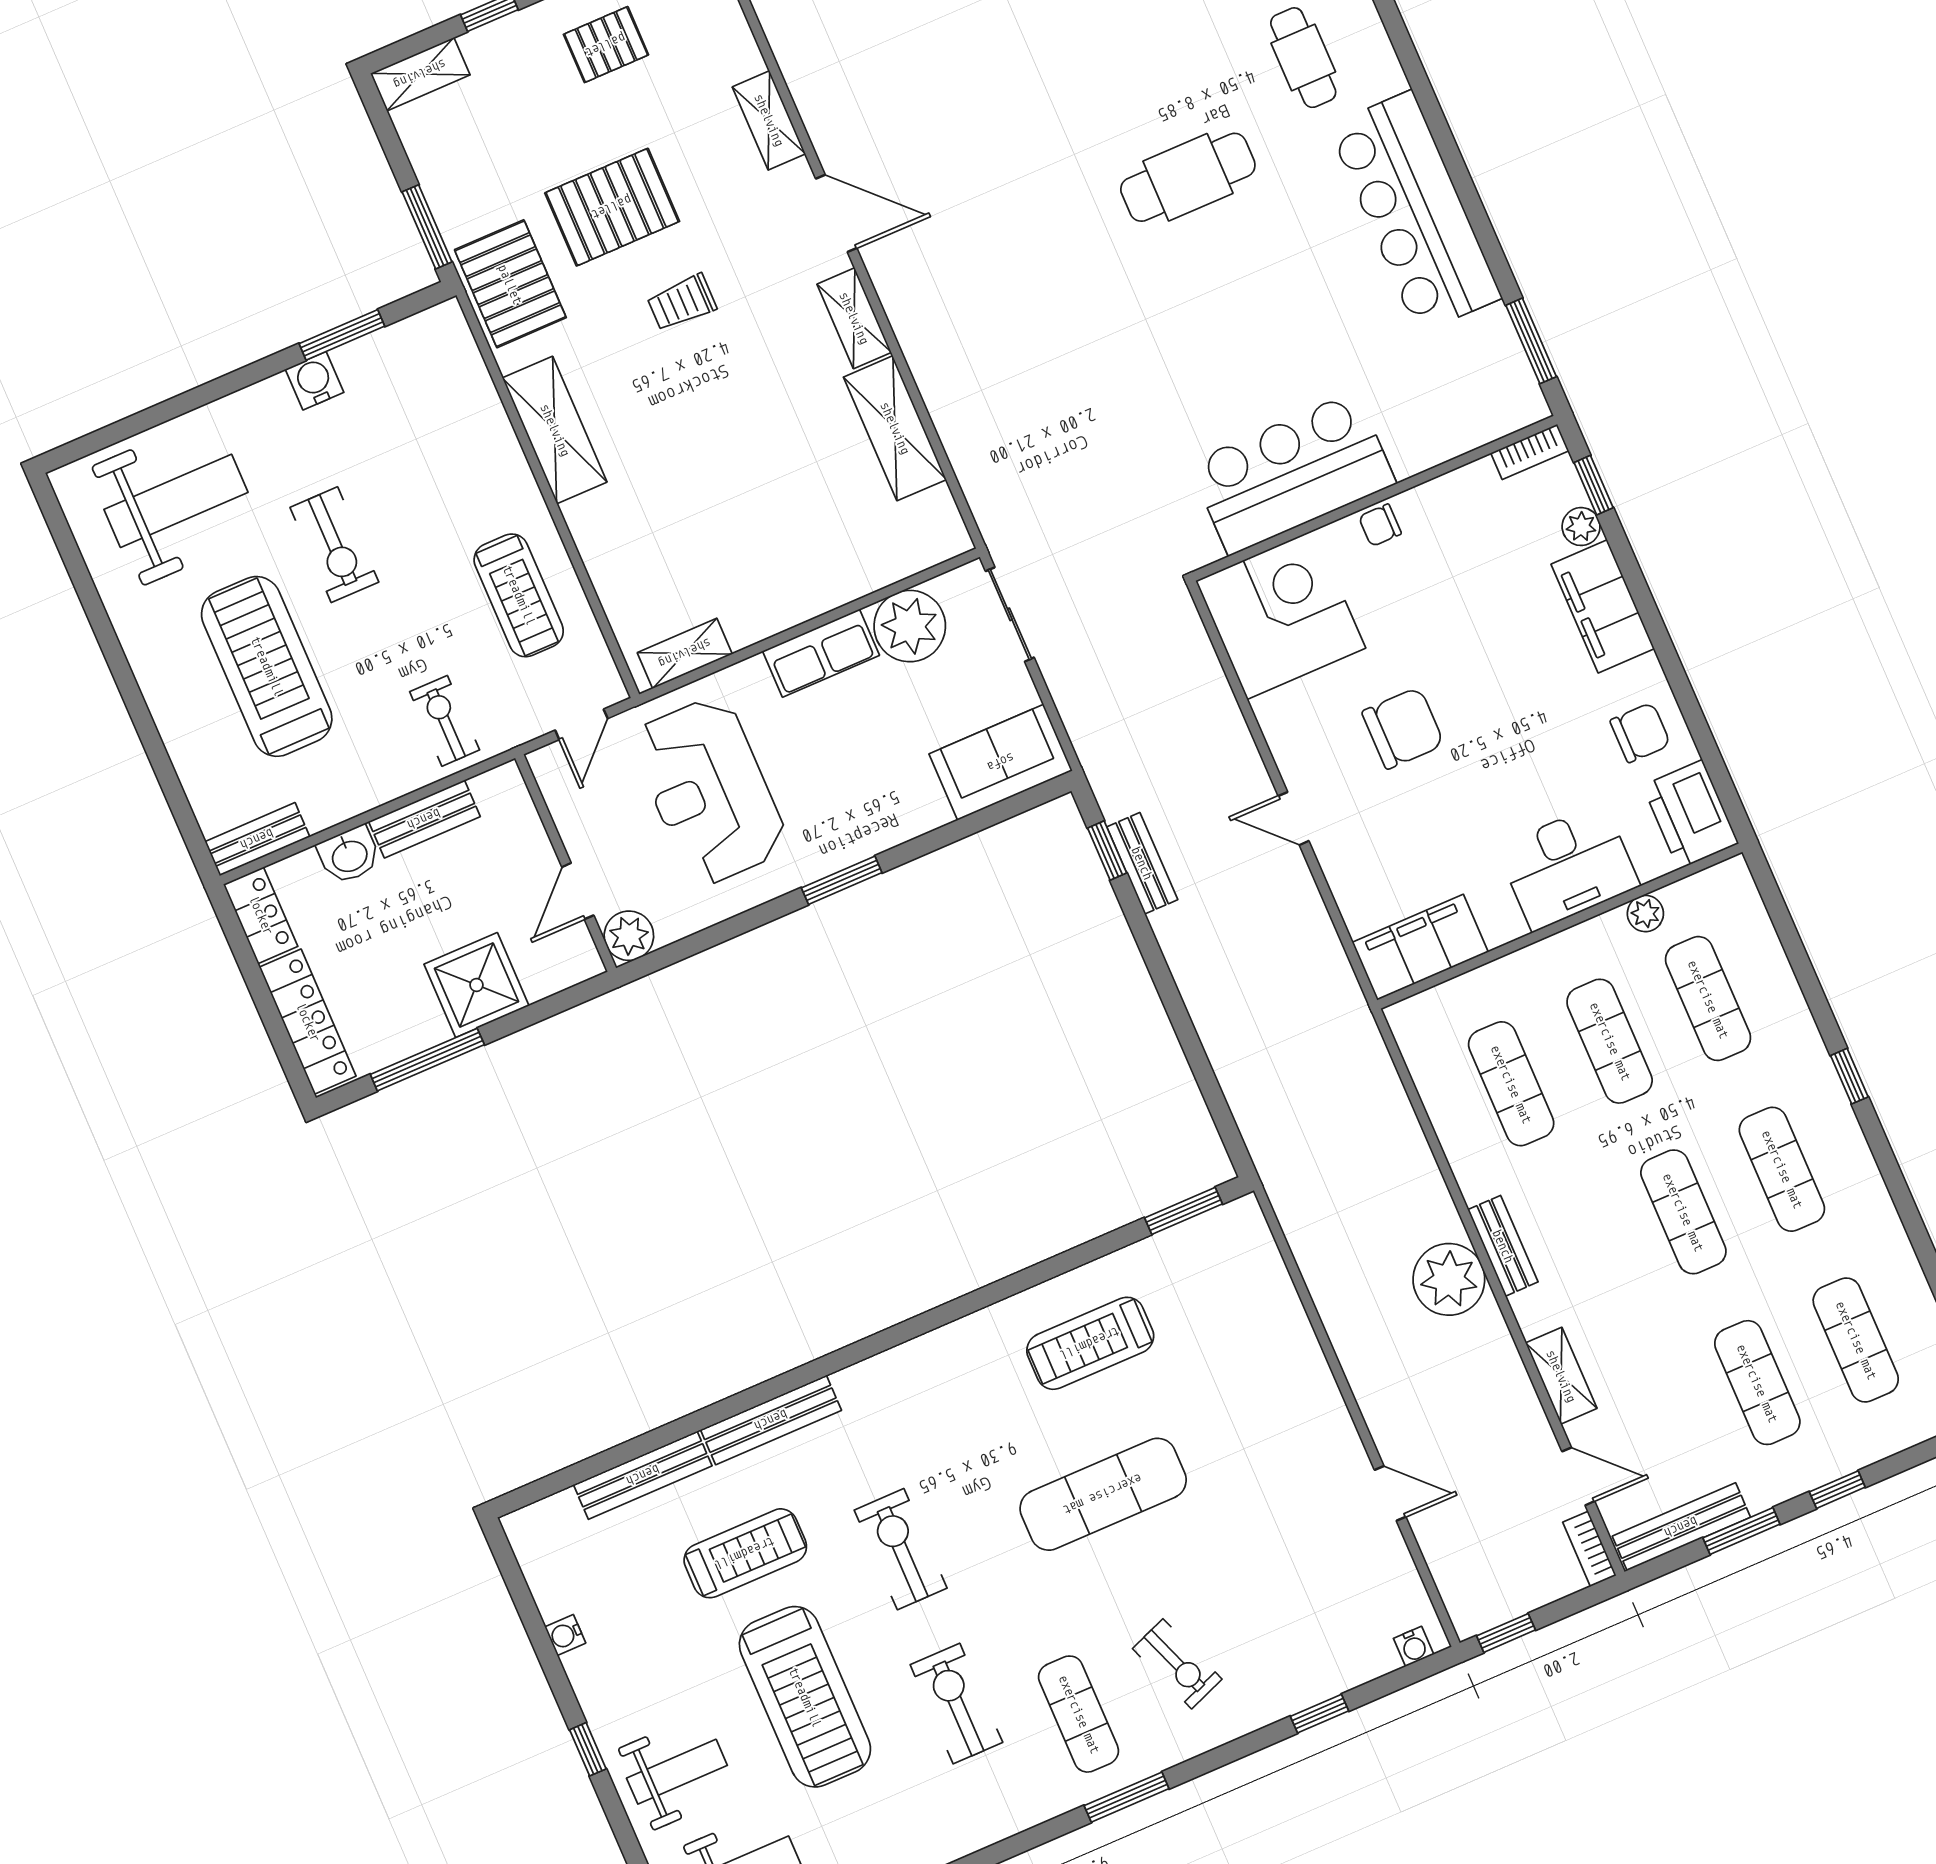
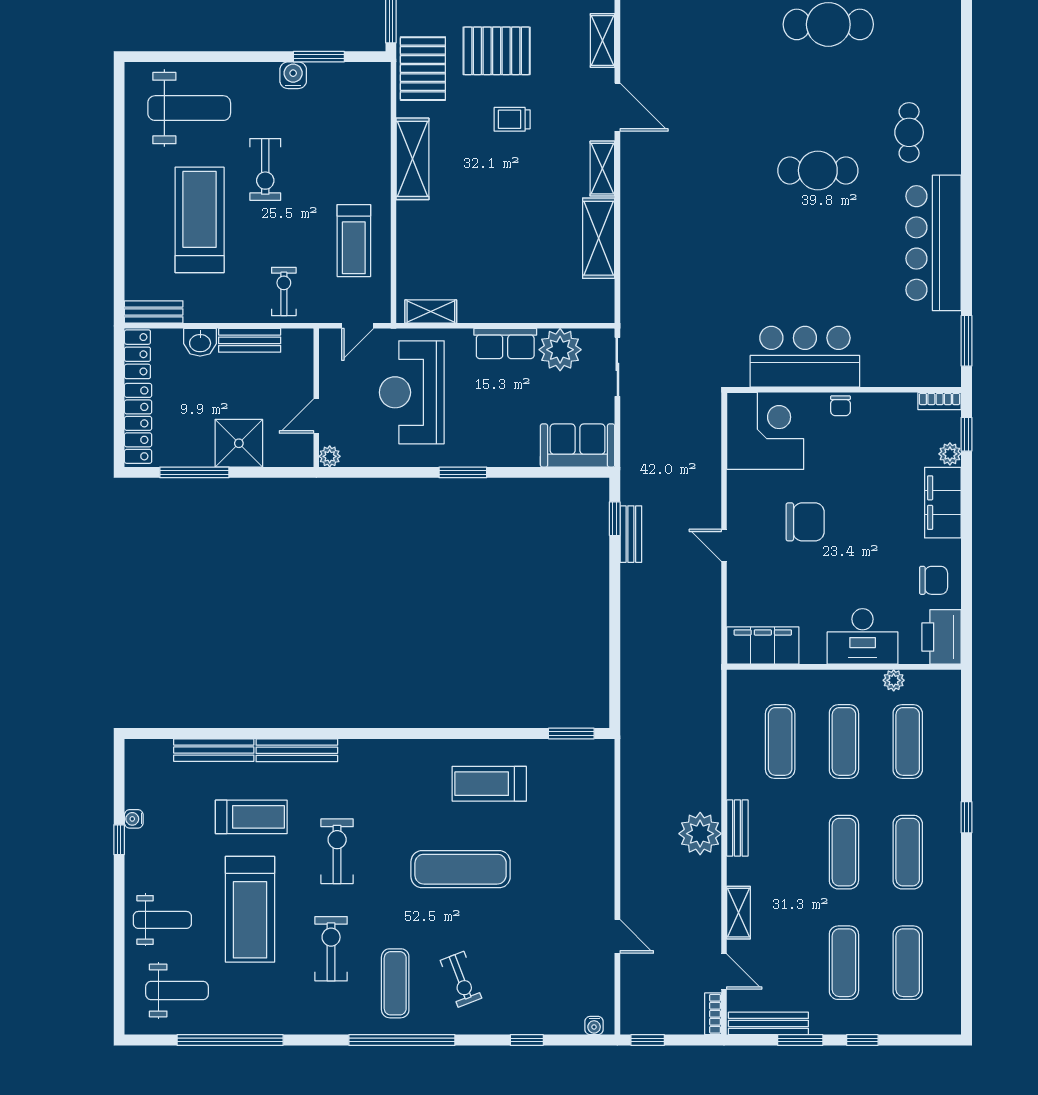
chair: (1380, 525) -> (840, 406), turned -90
plant: (629, 936) -> (330, 456), width x0.73, depth x0.73
window: (588, 1749) -> (119, 840), moved
window: (1127, 1797) -> (402, 1040), width x2.11

